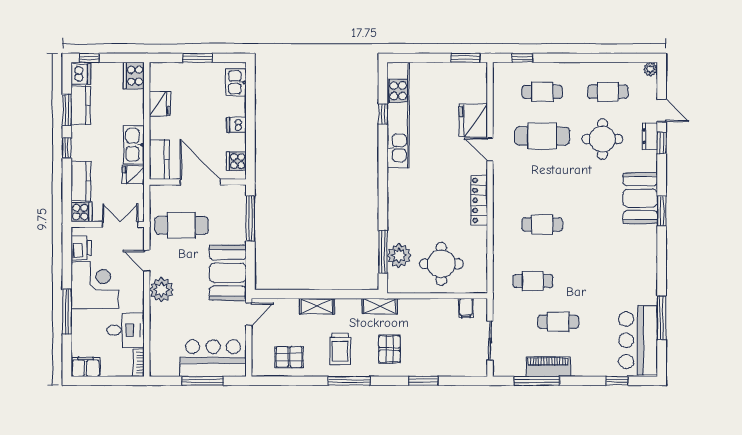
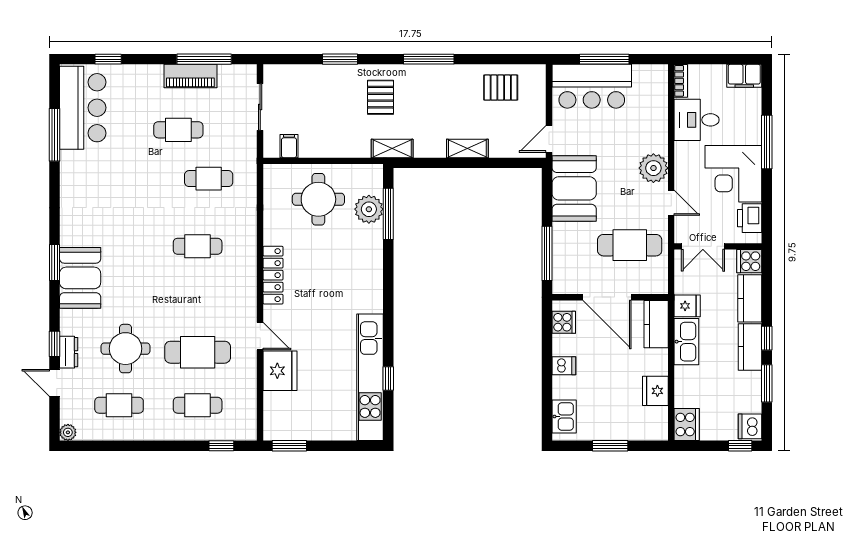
kitchen counter: (81, 105) -> (750, 347), moved
trolley: (340, 349) -> (440, 97), removed

